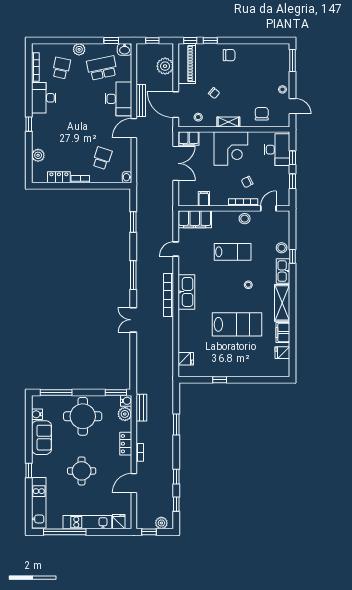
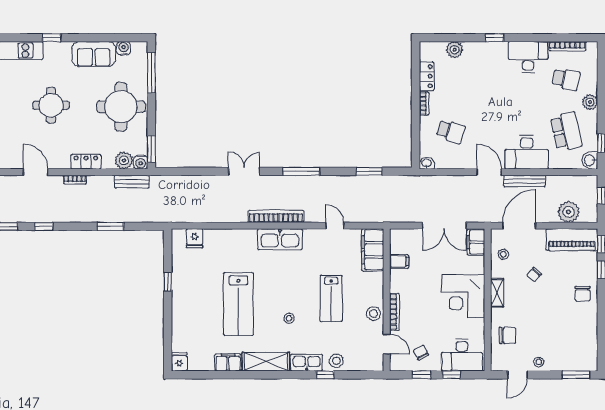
chair: (247, 182) -> (421, 353), moved
fridge: (282, 353) -> (179, 362), moved

